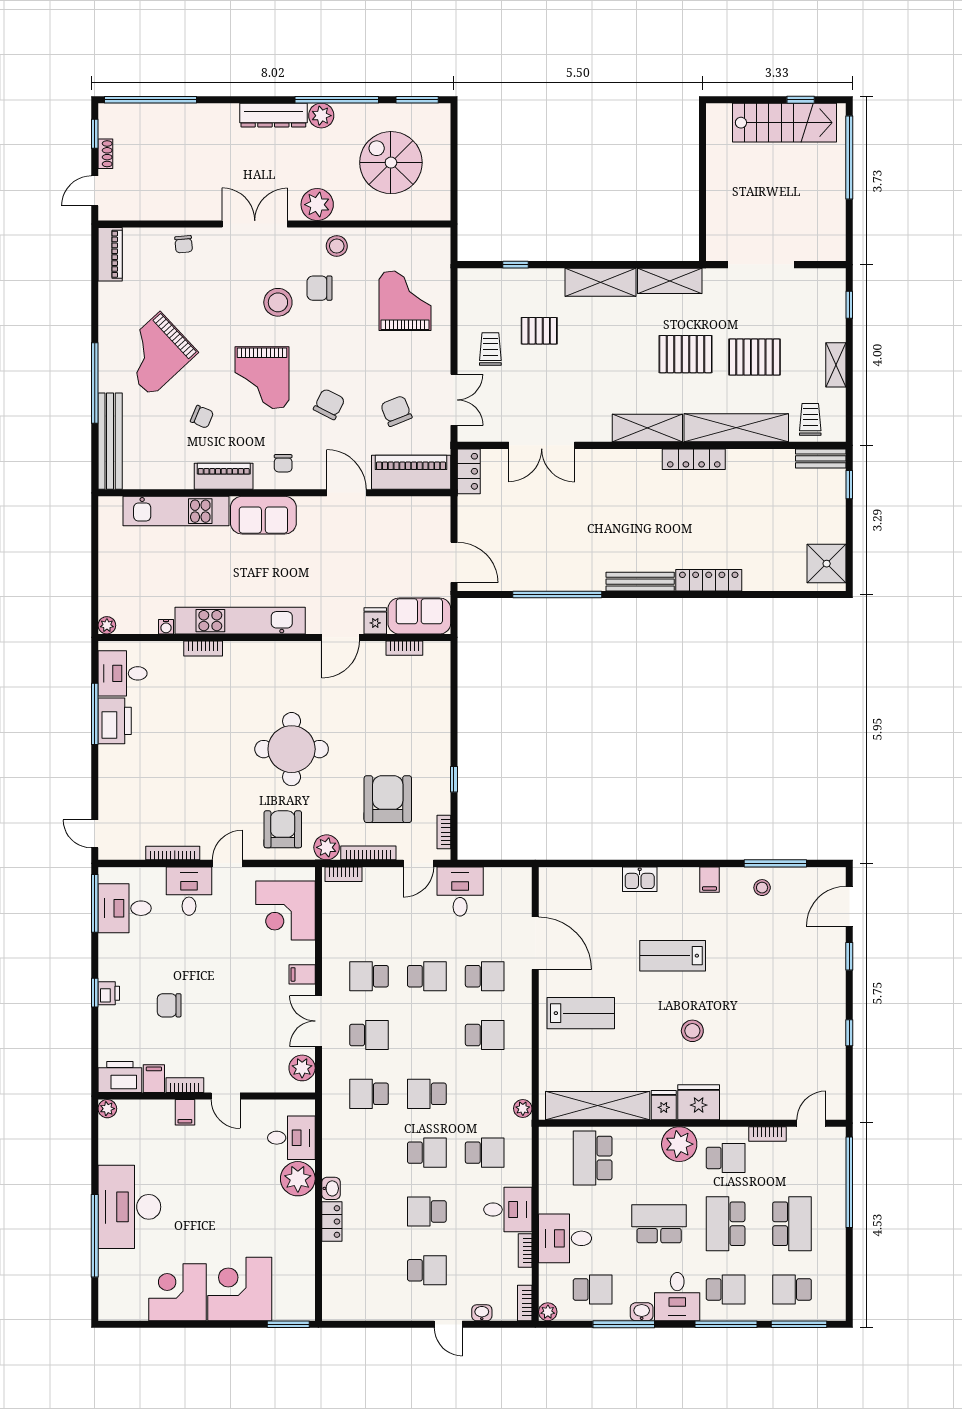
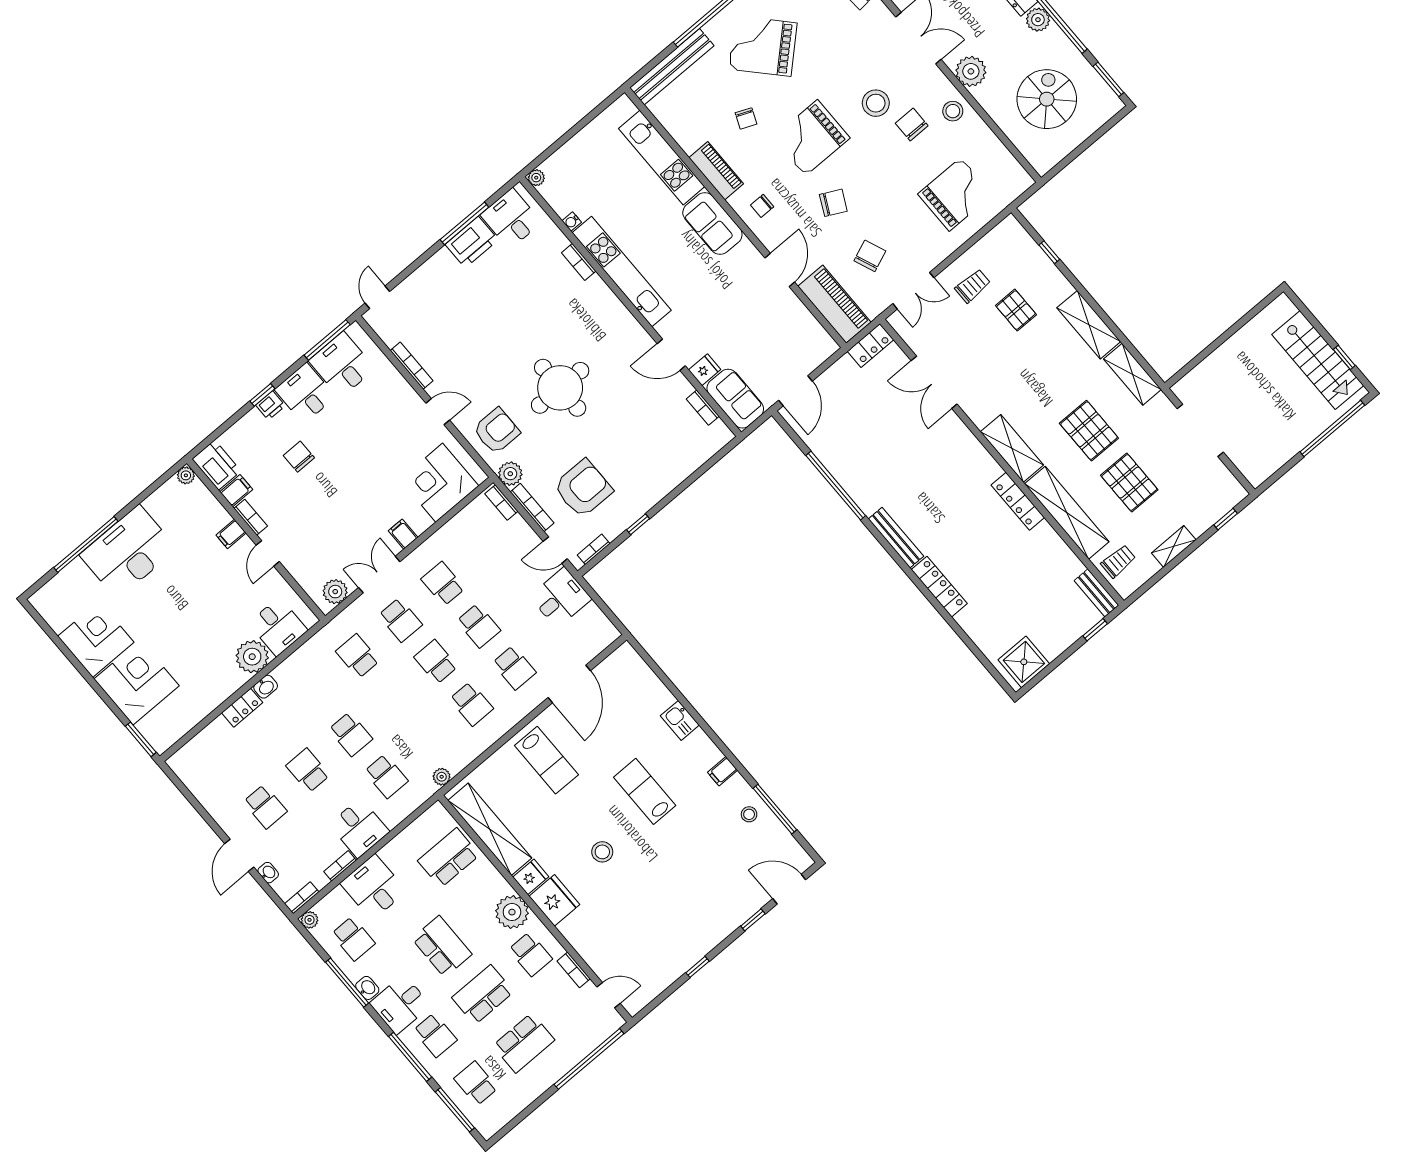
desk: (189, 891) -> (305, 393), moved, turned -90
school desk: (427, 1094) -> (436, 662), moved
door: (448, 1324) -> (239, 855), width x1.38

